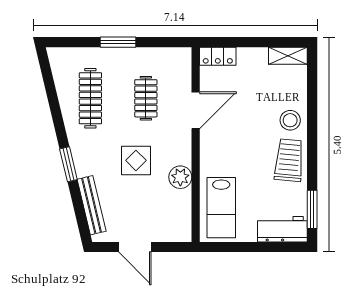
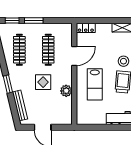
window: (76, 42) -> (12, 20), added
clothes rail: (146, 98) -> (48, 50), width x1.36
lab bench: (221, 208) -> (95, 84), moved

